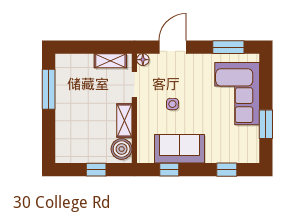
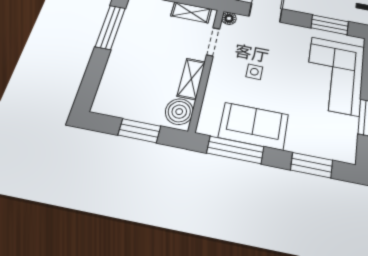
window: (96, 170) -> (139, 131), width x1.50
window: (169, 170) -> (235, 150), width x2.17
window: (227, 170) -> (312, 165), width x1.50

